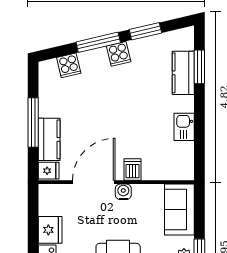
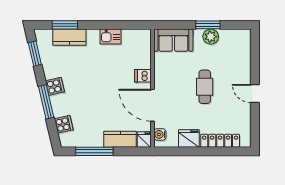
window: (145, 31) -> (35, 54), moved
window: (33, 122) -> (94, 151), moved
water cooler: (123, 192) -> (160, 134), moved

